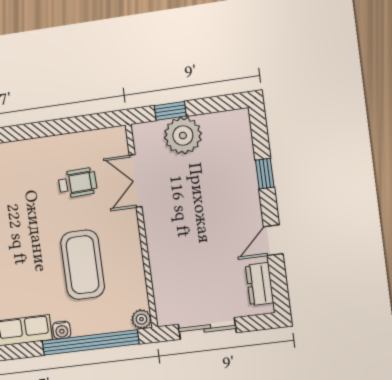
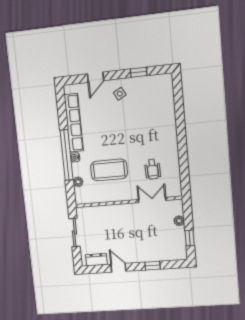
window: (170, 111) -> (190, 238), moved
plant: (183, 136) -> (179, 221), width x0.53, depth x0.53
plant: (141, 319) -> (78, 182), moved
window: (91, 342) -> (66, 155), moved

